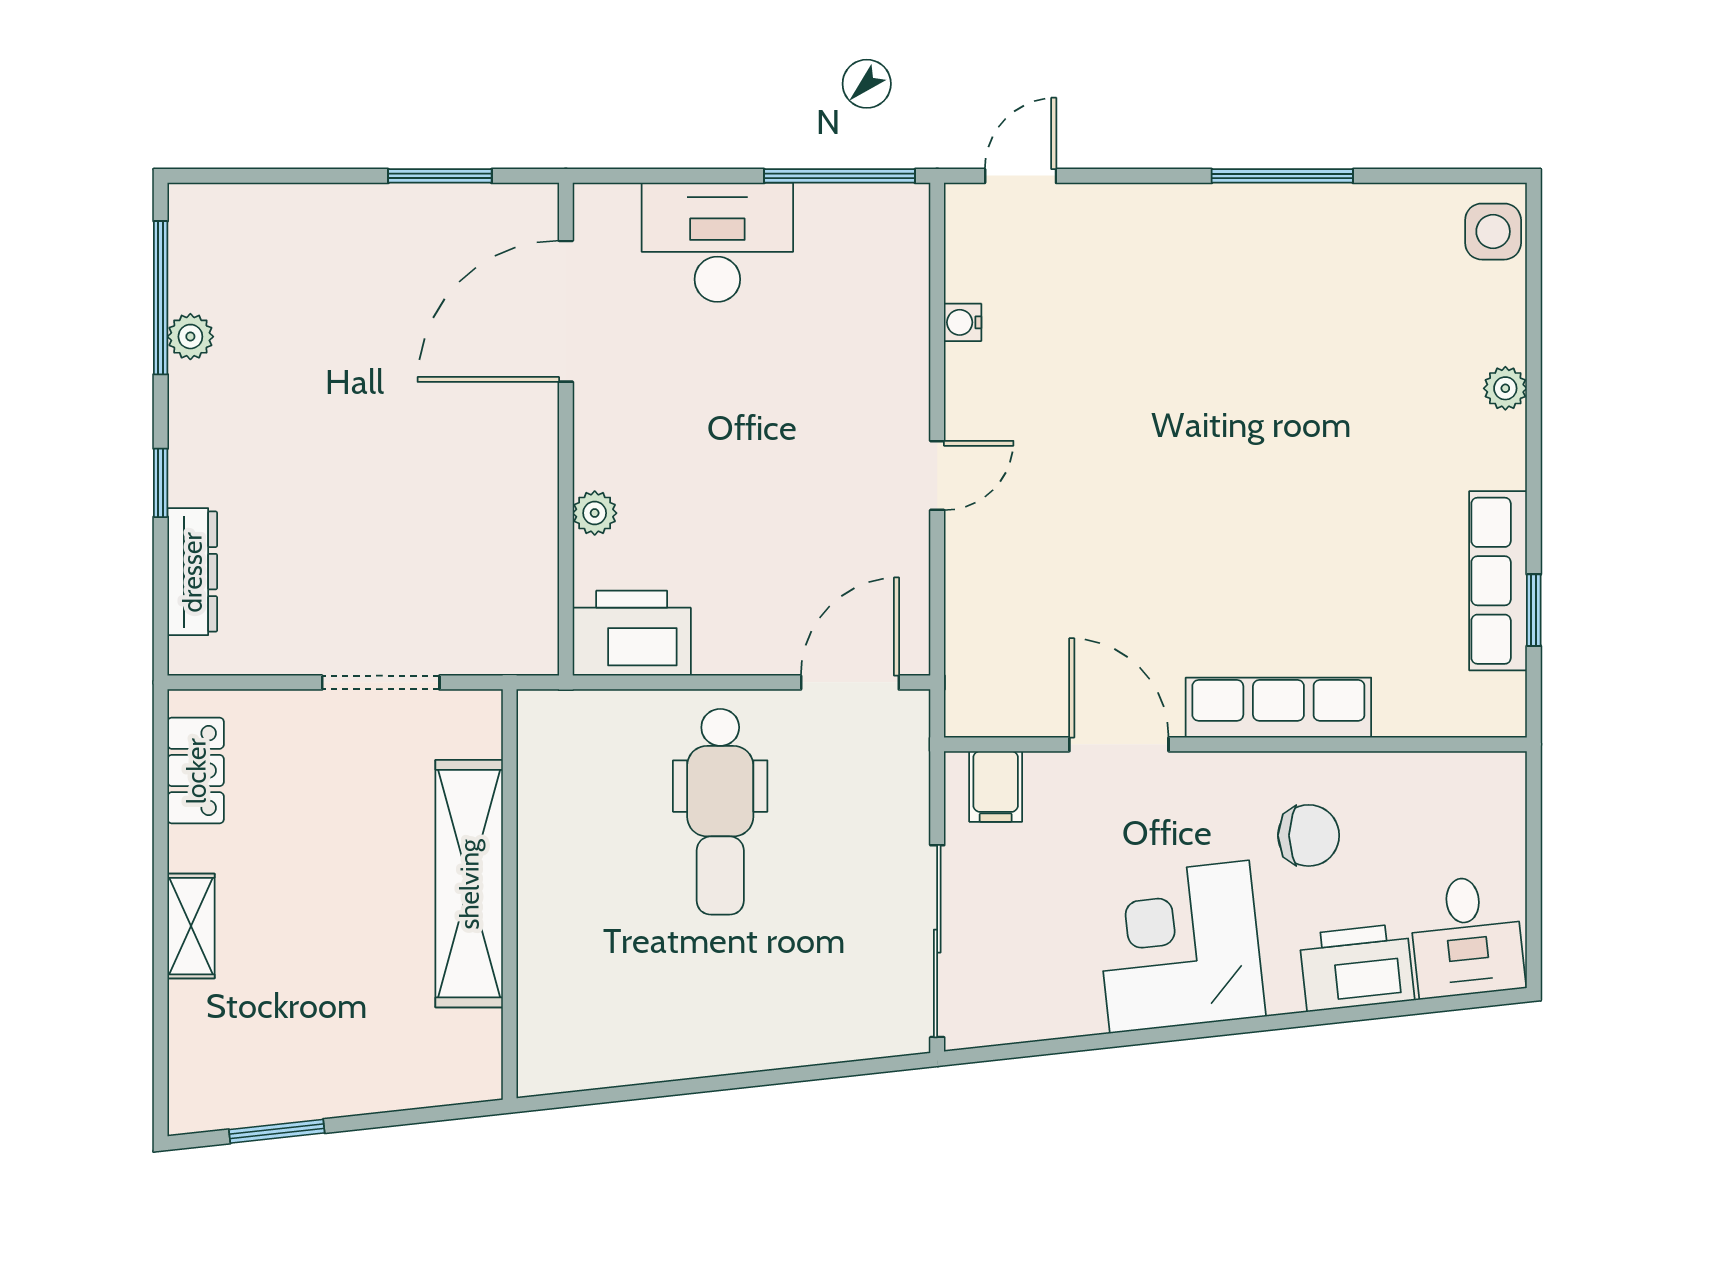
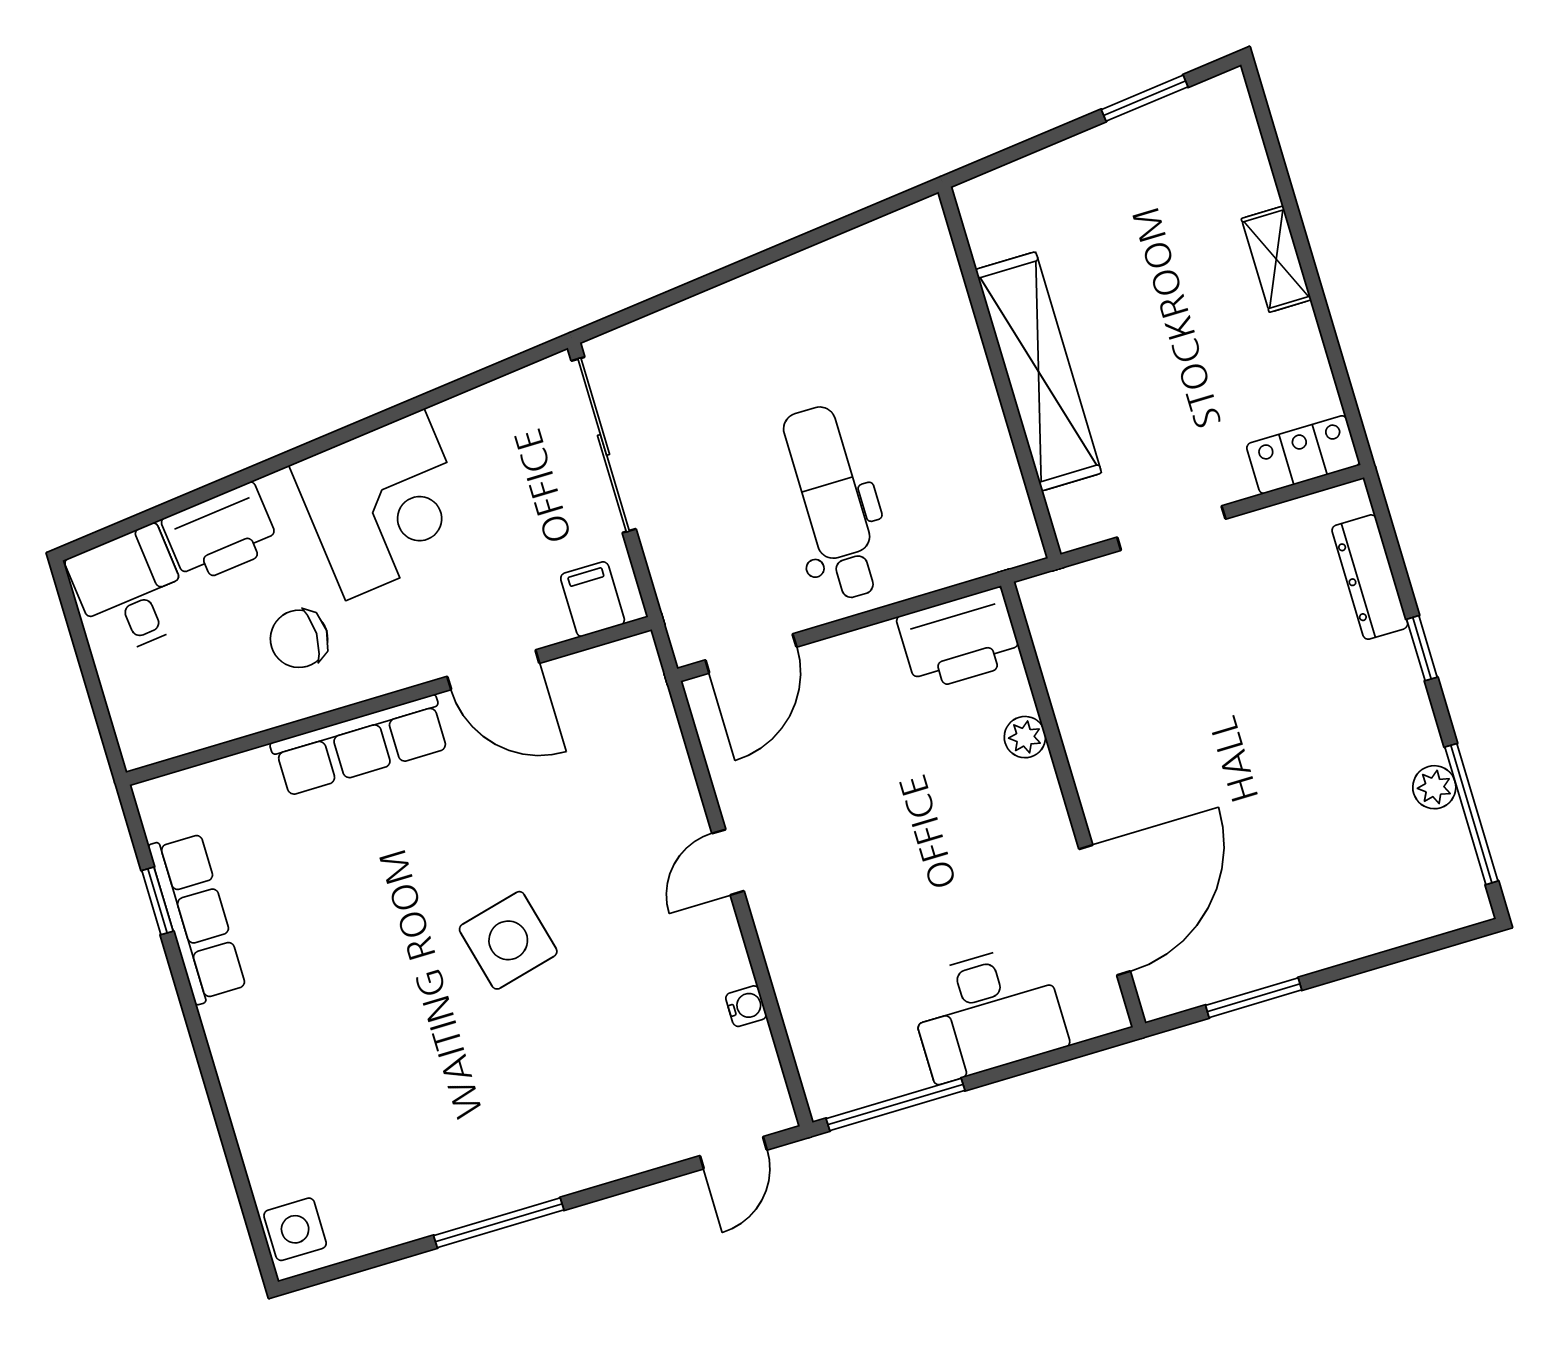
plant: (1505, 388) -> (242, 1092), removed
side table: (1186, 463) -> (508, 940), added
locker: (196, 771) -> (1303, 455), moved, turned 90

